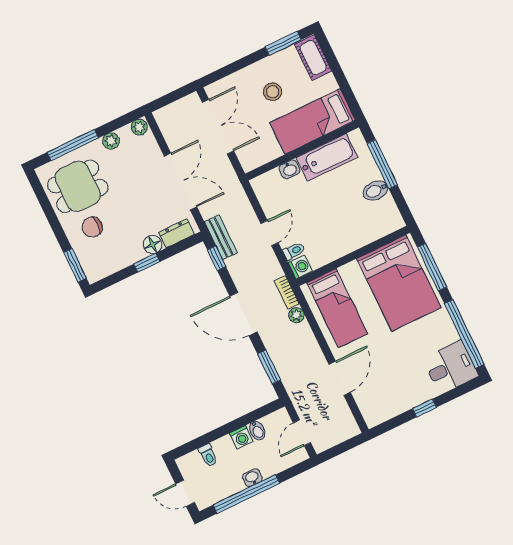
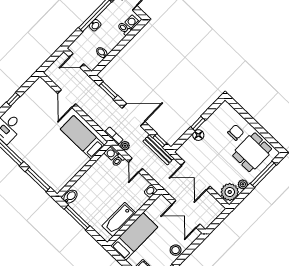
stool: (273, 92) -> (176, 250), moved
plant: (139, 127) -> (230, 192), width x1.87, depth x1.87
window: (382, 164) -> (77, 217), moved
washbasin: (289, 169) -> (151, 191), moved
bidet: (375, 191) -> (70, 197), moved
dresser: (177, 233) -> (187, 146), removed
bench: (221, 237) -> (158, 150), width x1.36
window: (75, 265) -> (237, 108), removed
bed: (399, 283) -> (53, 164), removed
plant: (296, 315) -> (125, 146), moved
door: (302, 433) -> (77, 60), swing flipped
washing machine: (241, 437) -> (132, 22), moved

